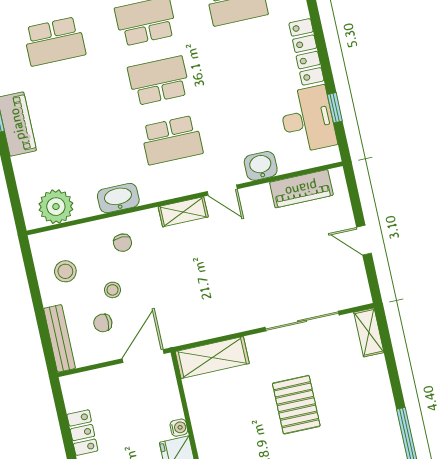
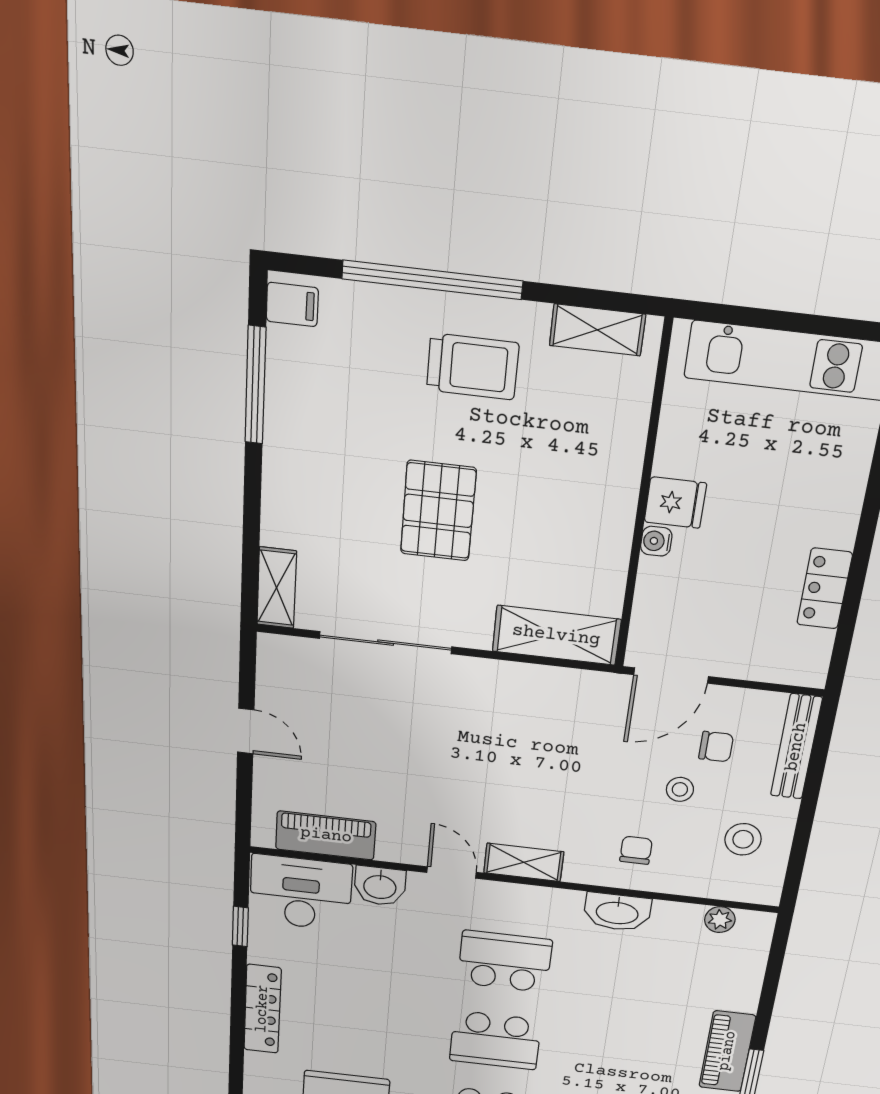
desk: (308, 119) -> (301, 893), moved, turned 90
plant: (56, 207) -> (720, 920), width x0.53, depth x0.53

